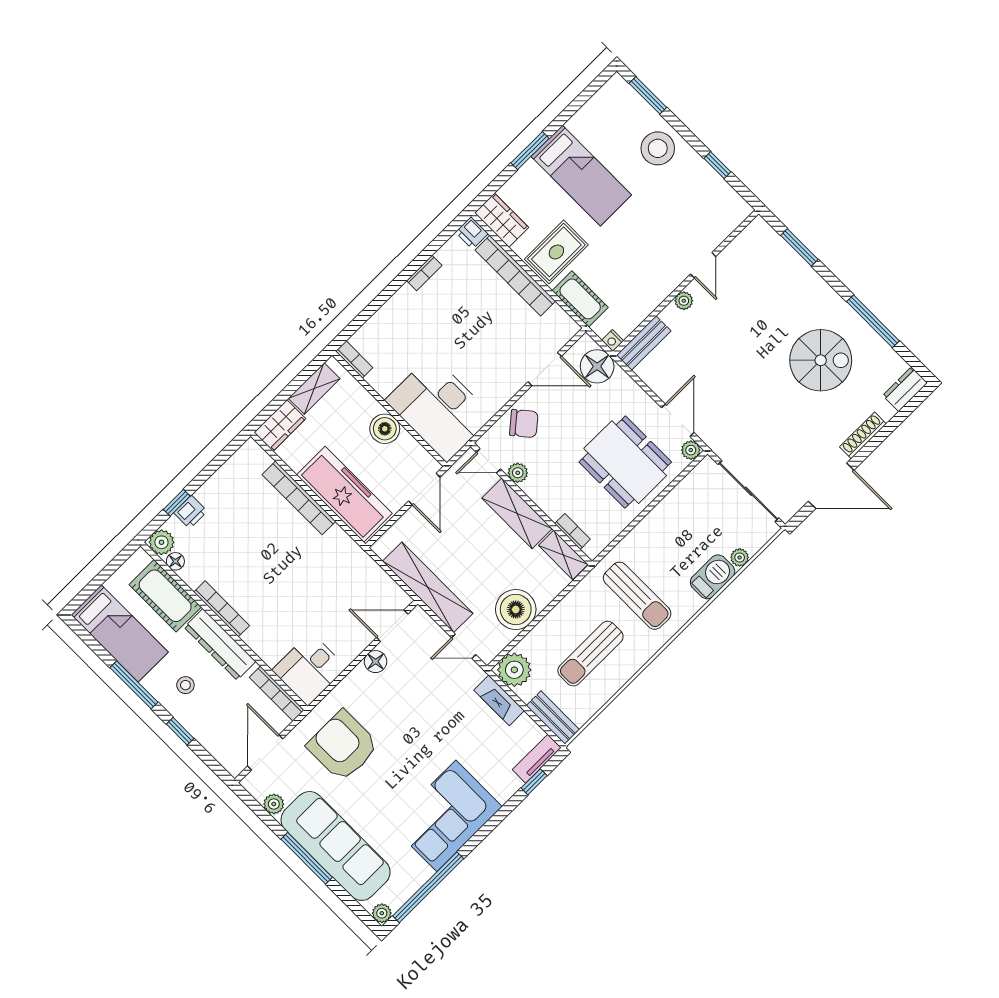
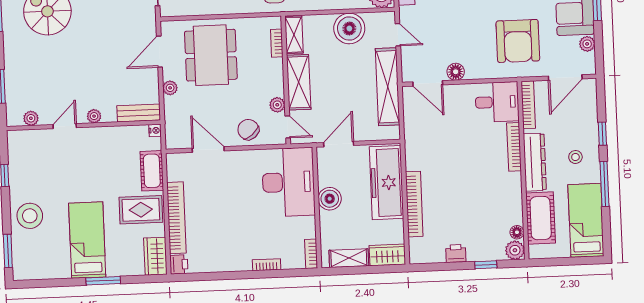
plant: (742, 243) -> (31, 118), added
bookcase: (424, 273) -> (267, 265), moved
floor lamp: (597, 366) -> (177, 124), removed
plant: (691, 450) -> (170, 88), moved
printer: (191, 512) -> (456, 253), moved
bookcase: (222, 609) -> (514, 147), moved

